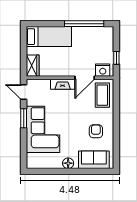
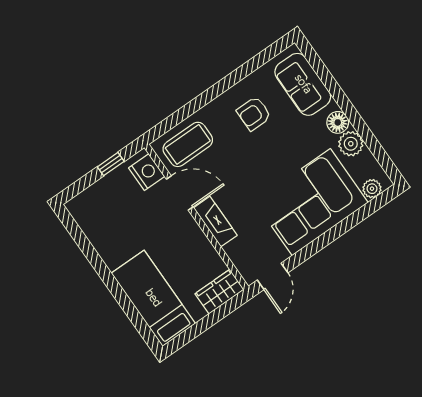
window: (84, 24) -> (92, 256), removed
window: (24, 118) -> (315, 246), removed
plant: (31, 158) -> (372, 189), added
plant: (56, 162) -> (351, 144), added

